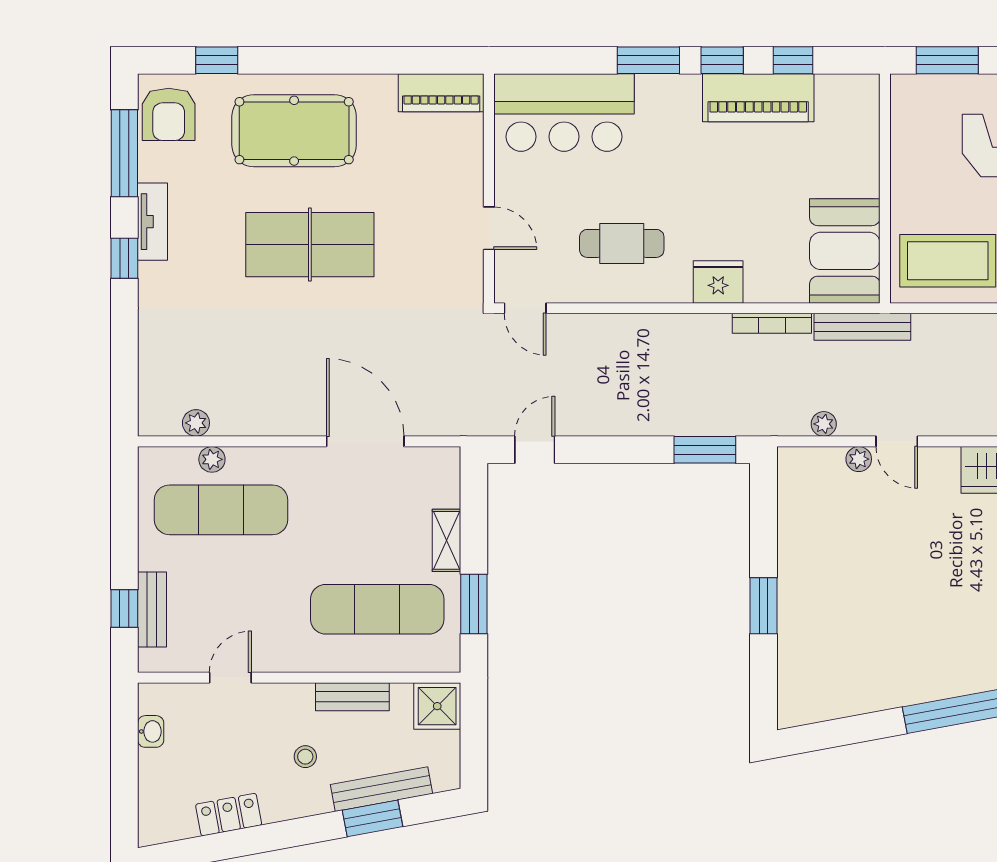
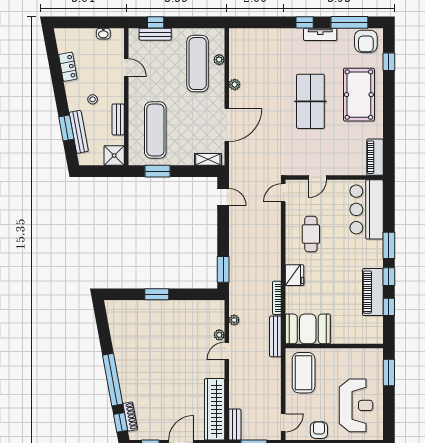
armchair: (169, 114) -> (366, 41), turned -90
plant: (196, 423) -> (235, 85), moved
shelving: (447, 540) -> (208, 159), moved

